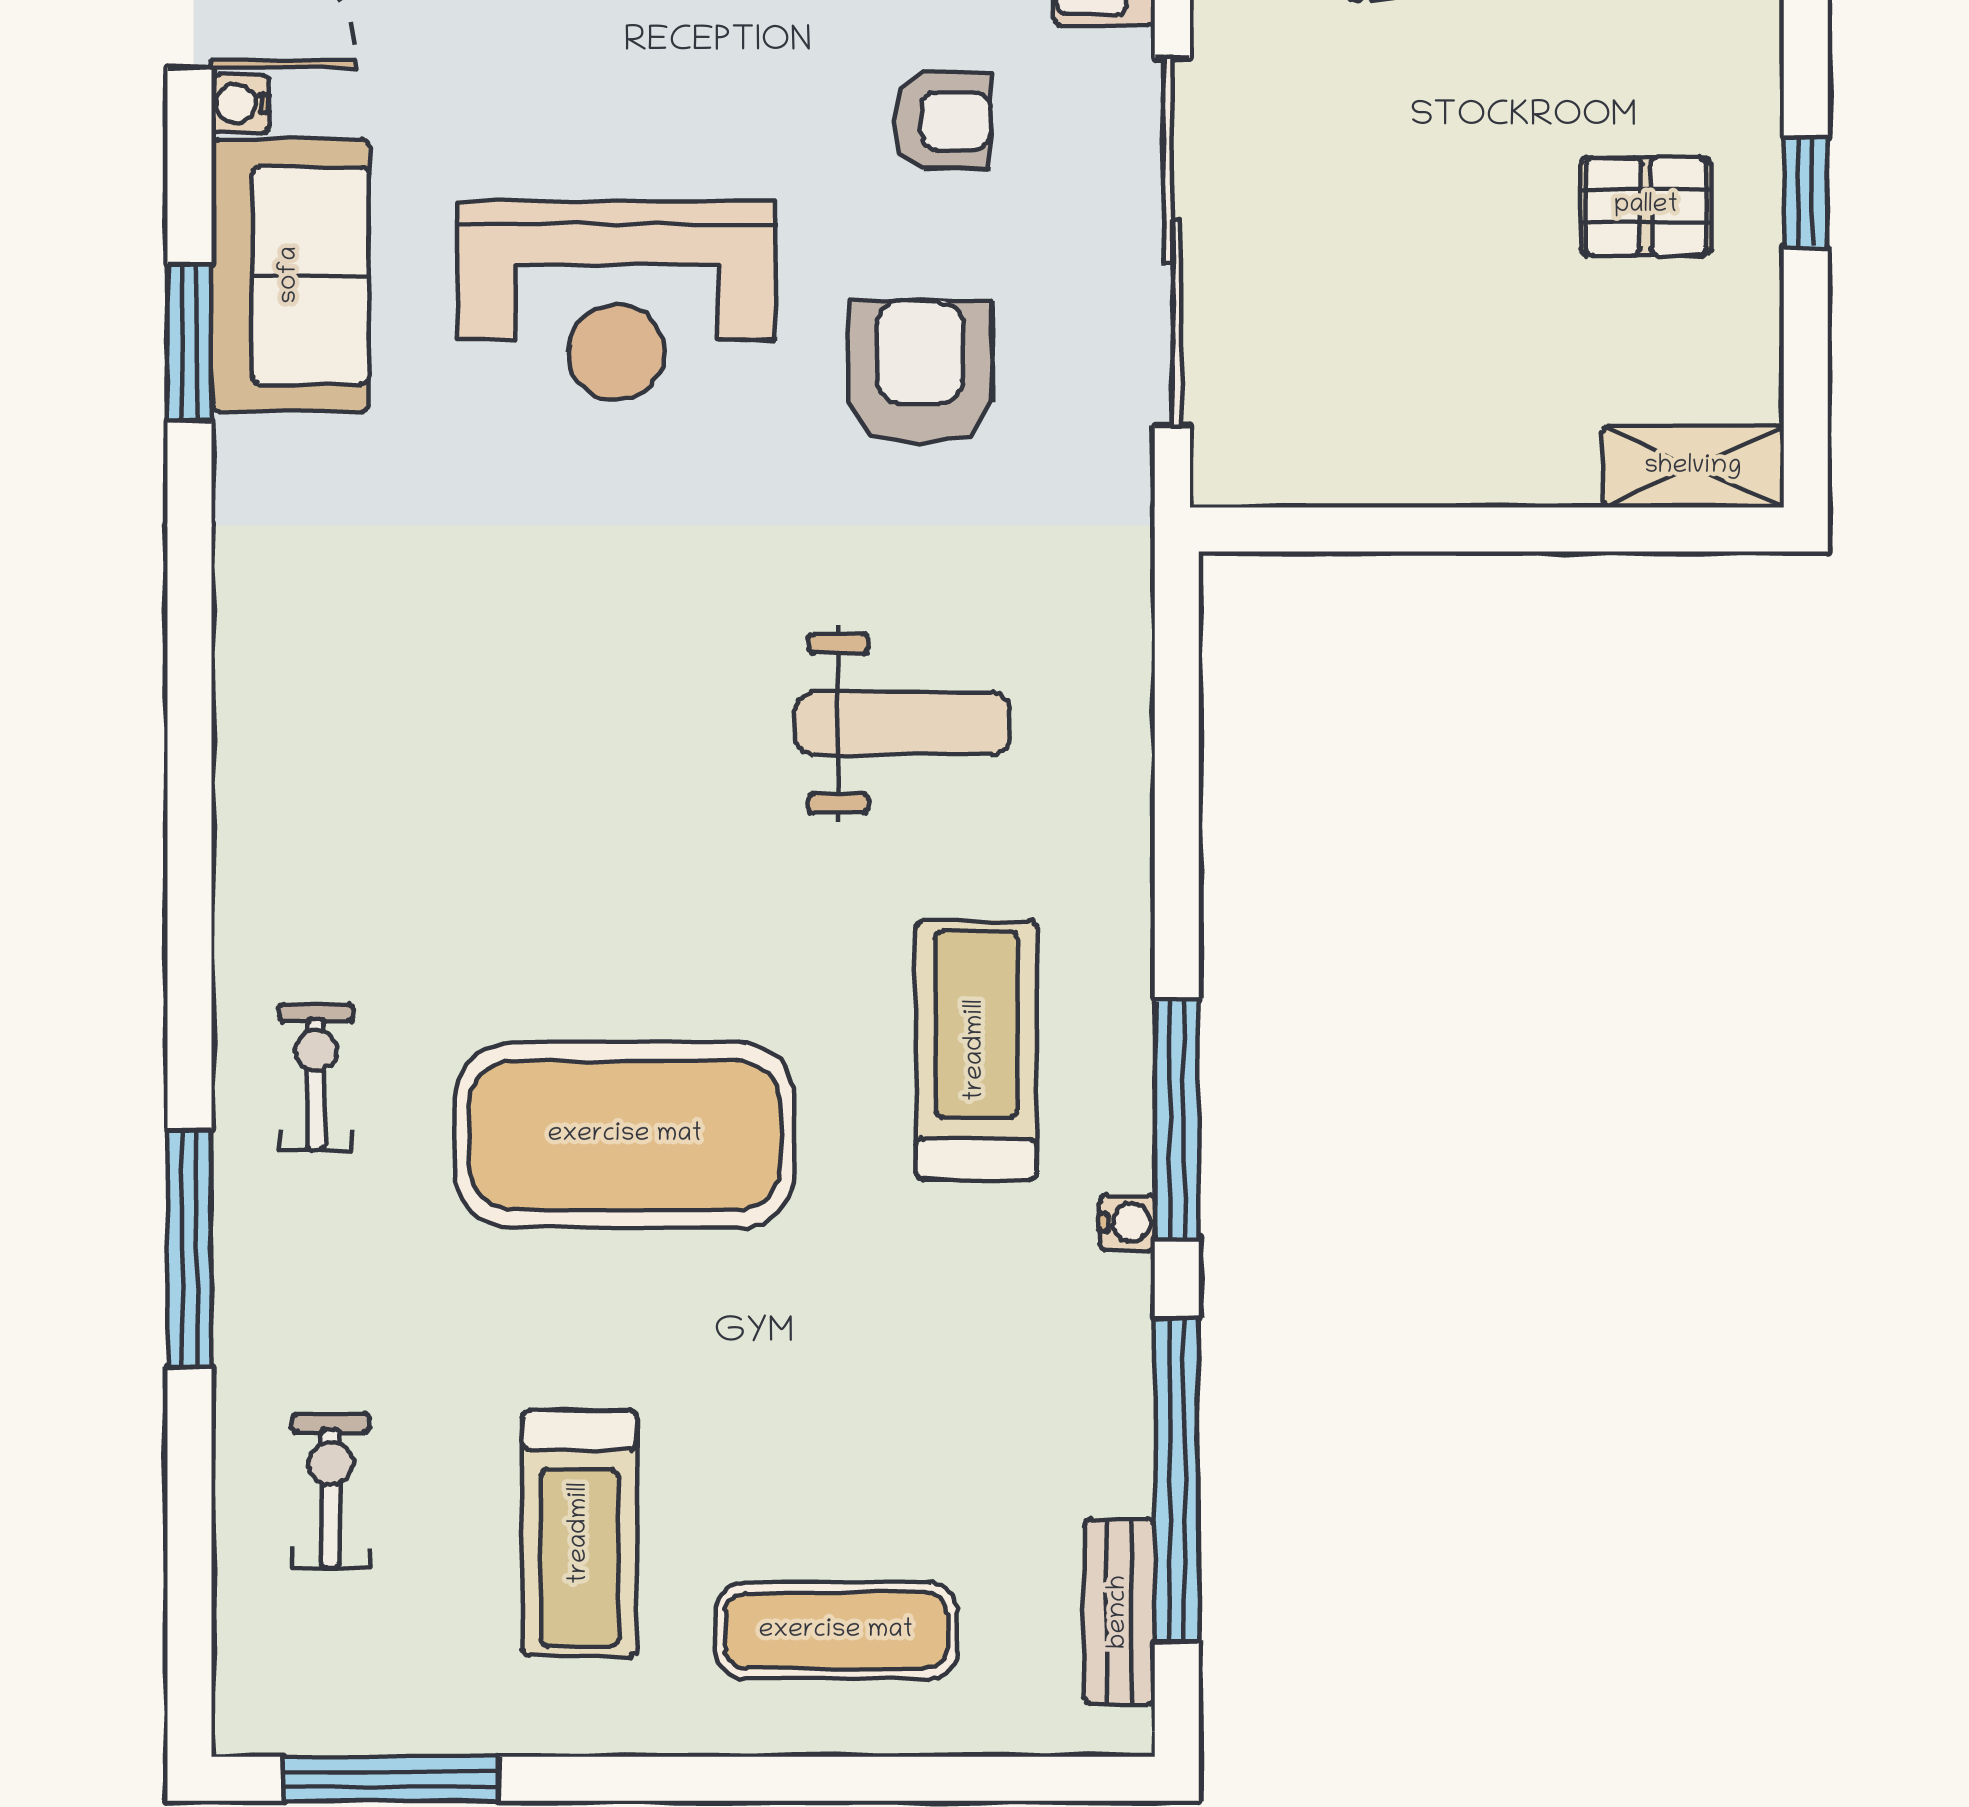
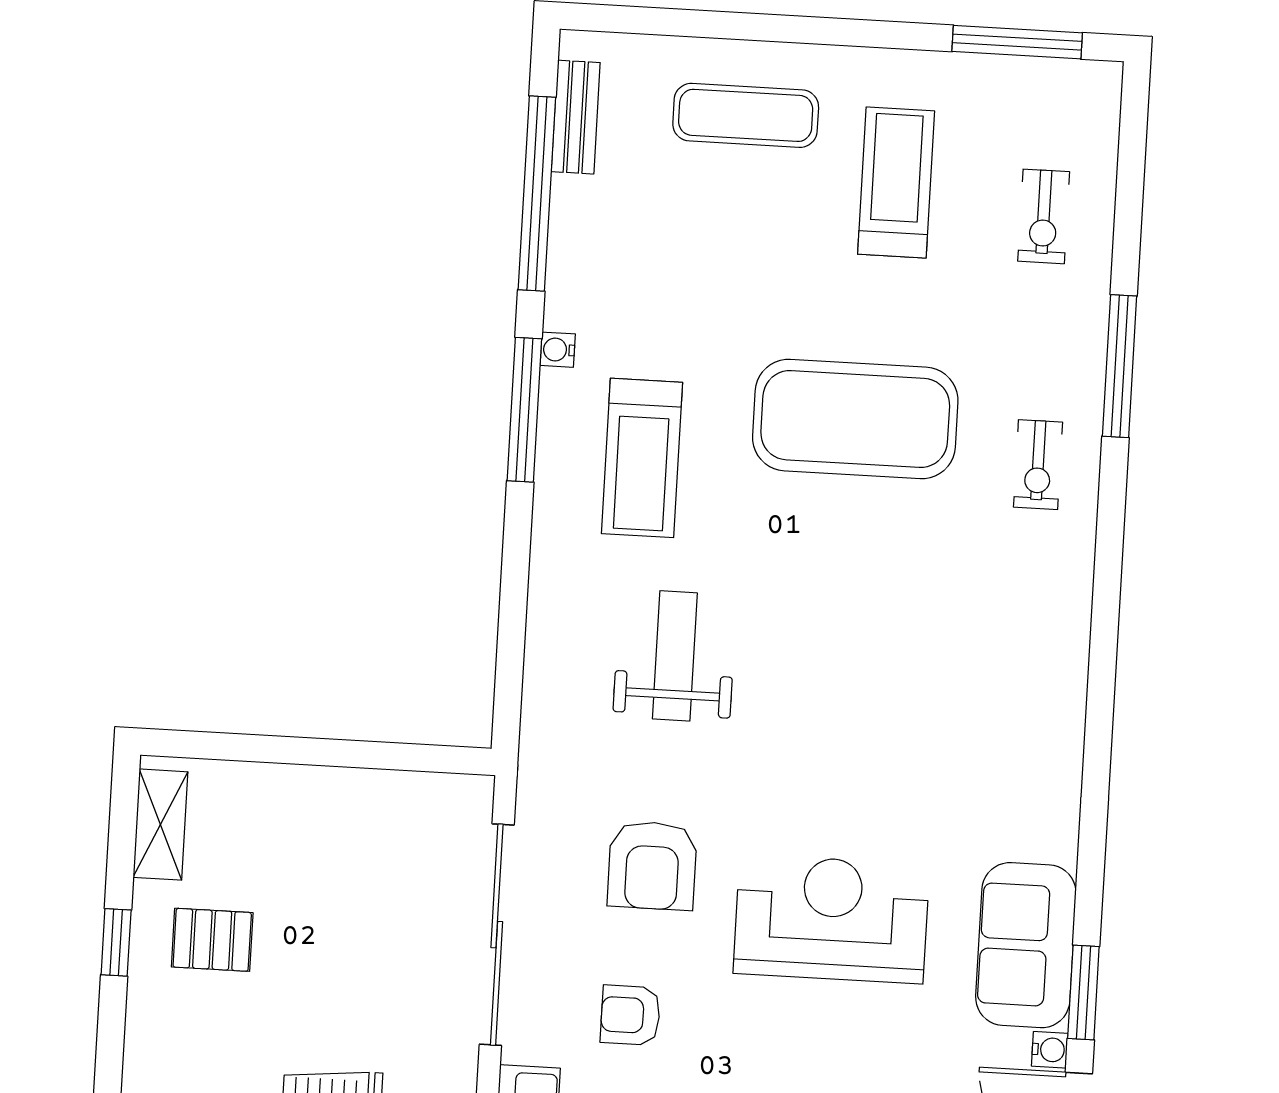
window: (190, 342) -> (1083, 993), moved
shelving: (1693, 467) -> (160, 825), moved, turned 90
weight bench: (902, 724) -> (675, 656), turned 90

